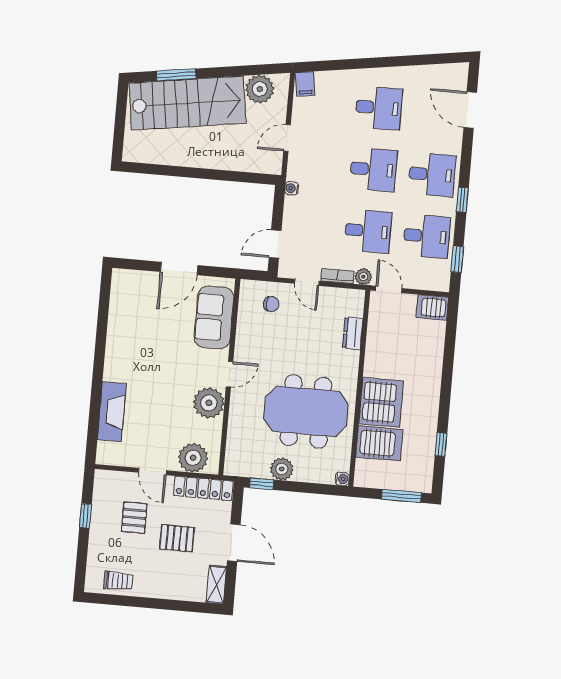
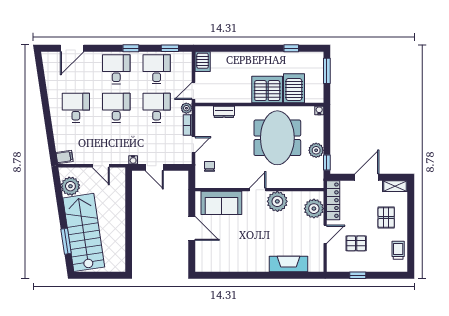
door: (275, 244) -> (154, 167), moved
door: (229, 374) -> (258, 190), hinge flipped
pallet: (177, 538) -> (386, 218), moved

